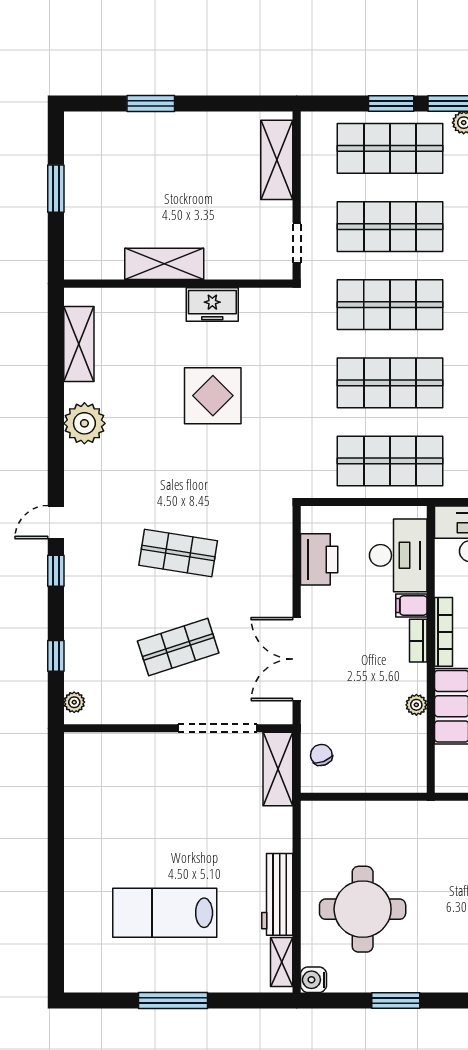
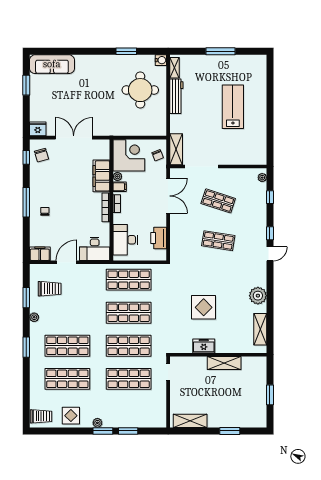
shop shelf: (390, 148) -> (129, 412), removed
shelving: (277, 160) -> (190, 421), moved, turned 90
filing cabinet: (411, 606) -> (120, 187), moved
shop shelf: (178, 647) -> (218, 201), turned 36
corner desk: (389, 755) -> (129, 155), added
lab bench: (165, 913) -> (233, 107), moved, turned -90

